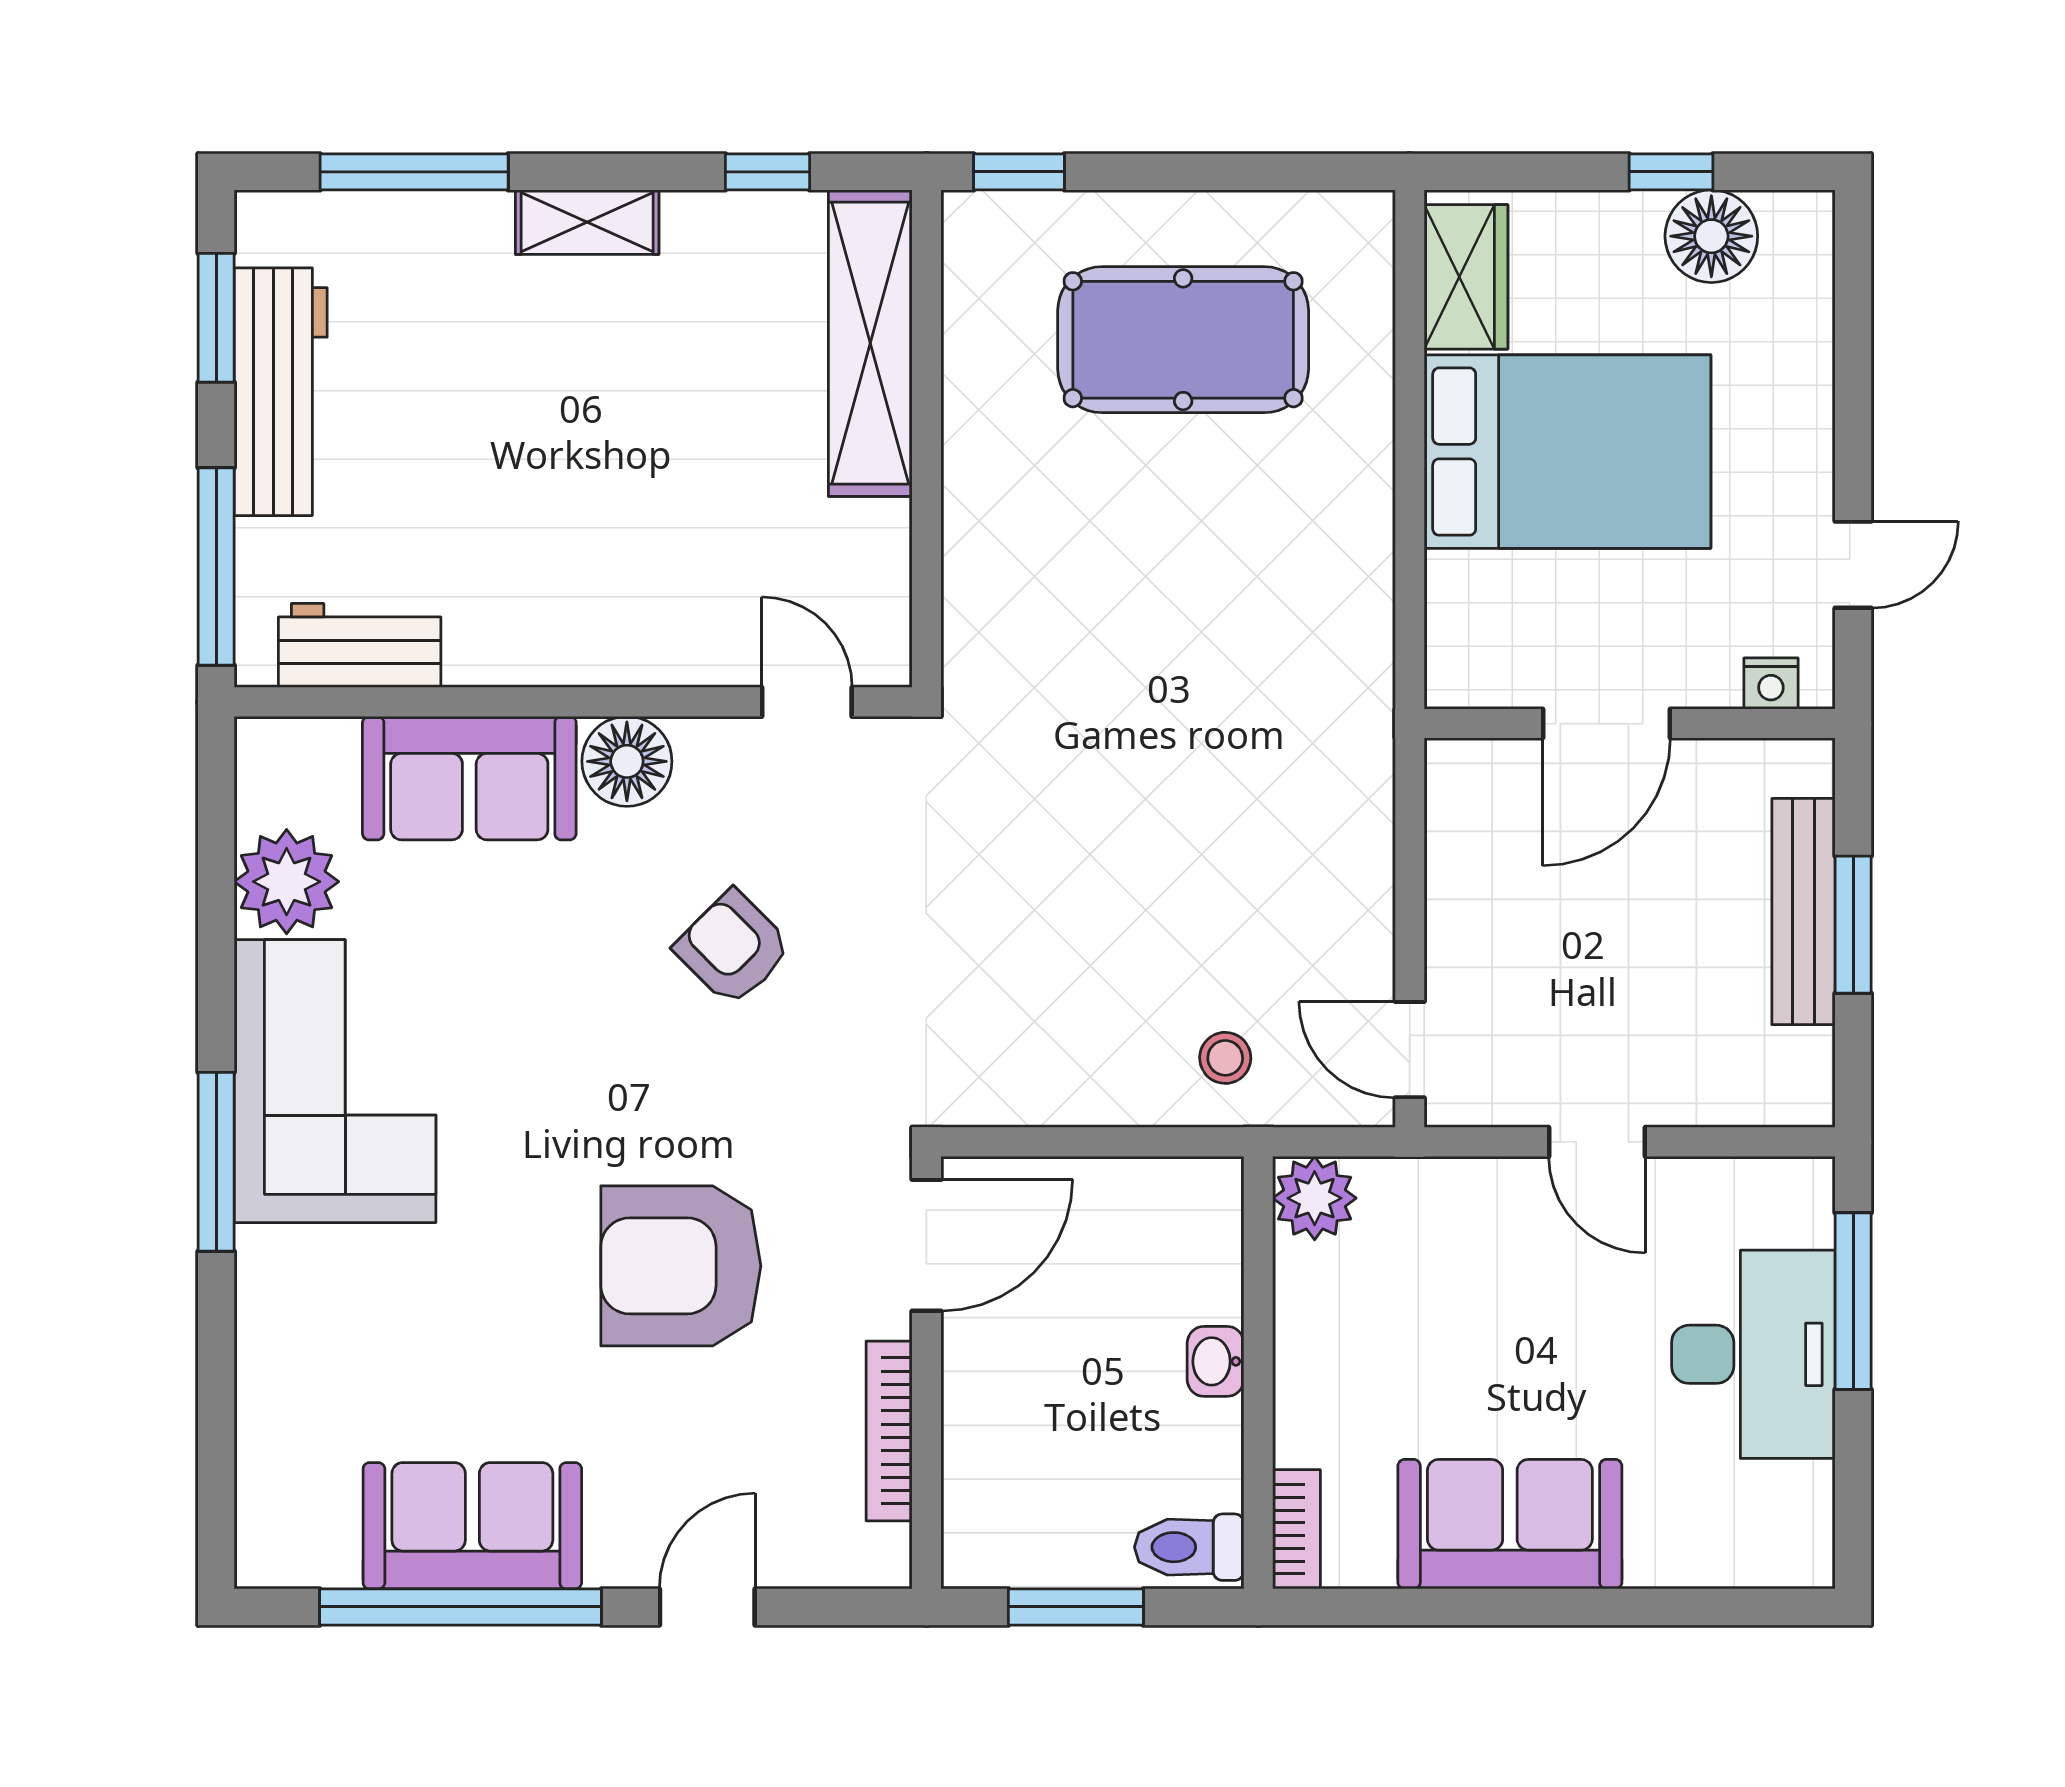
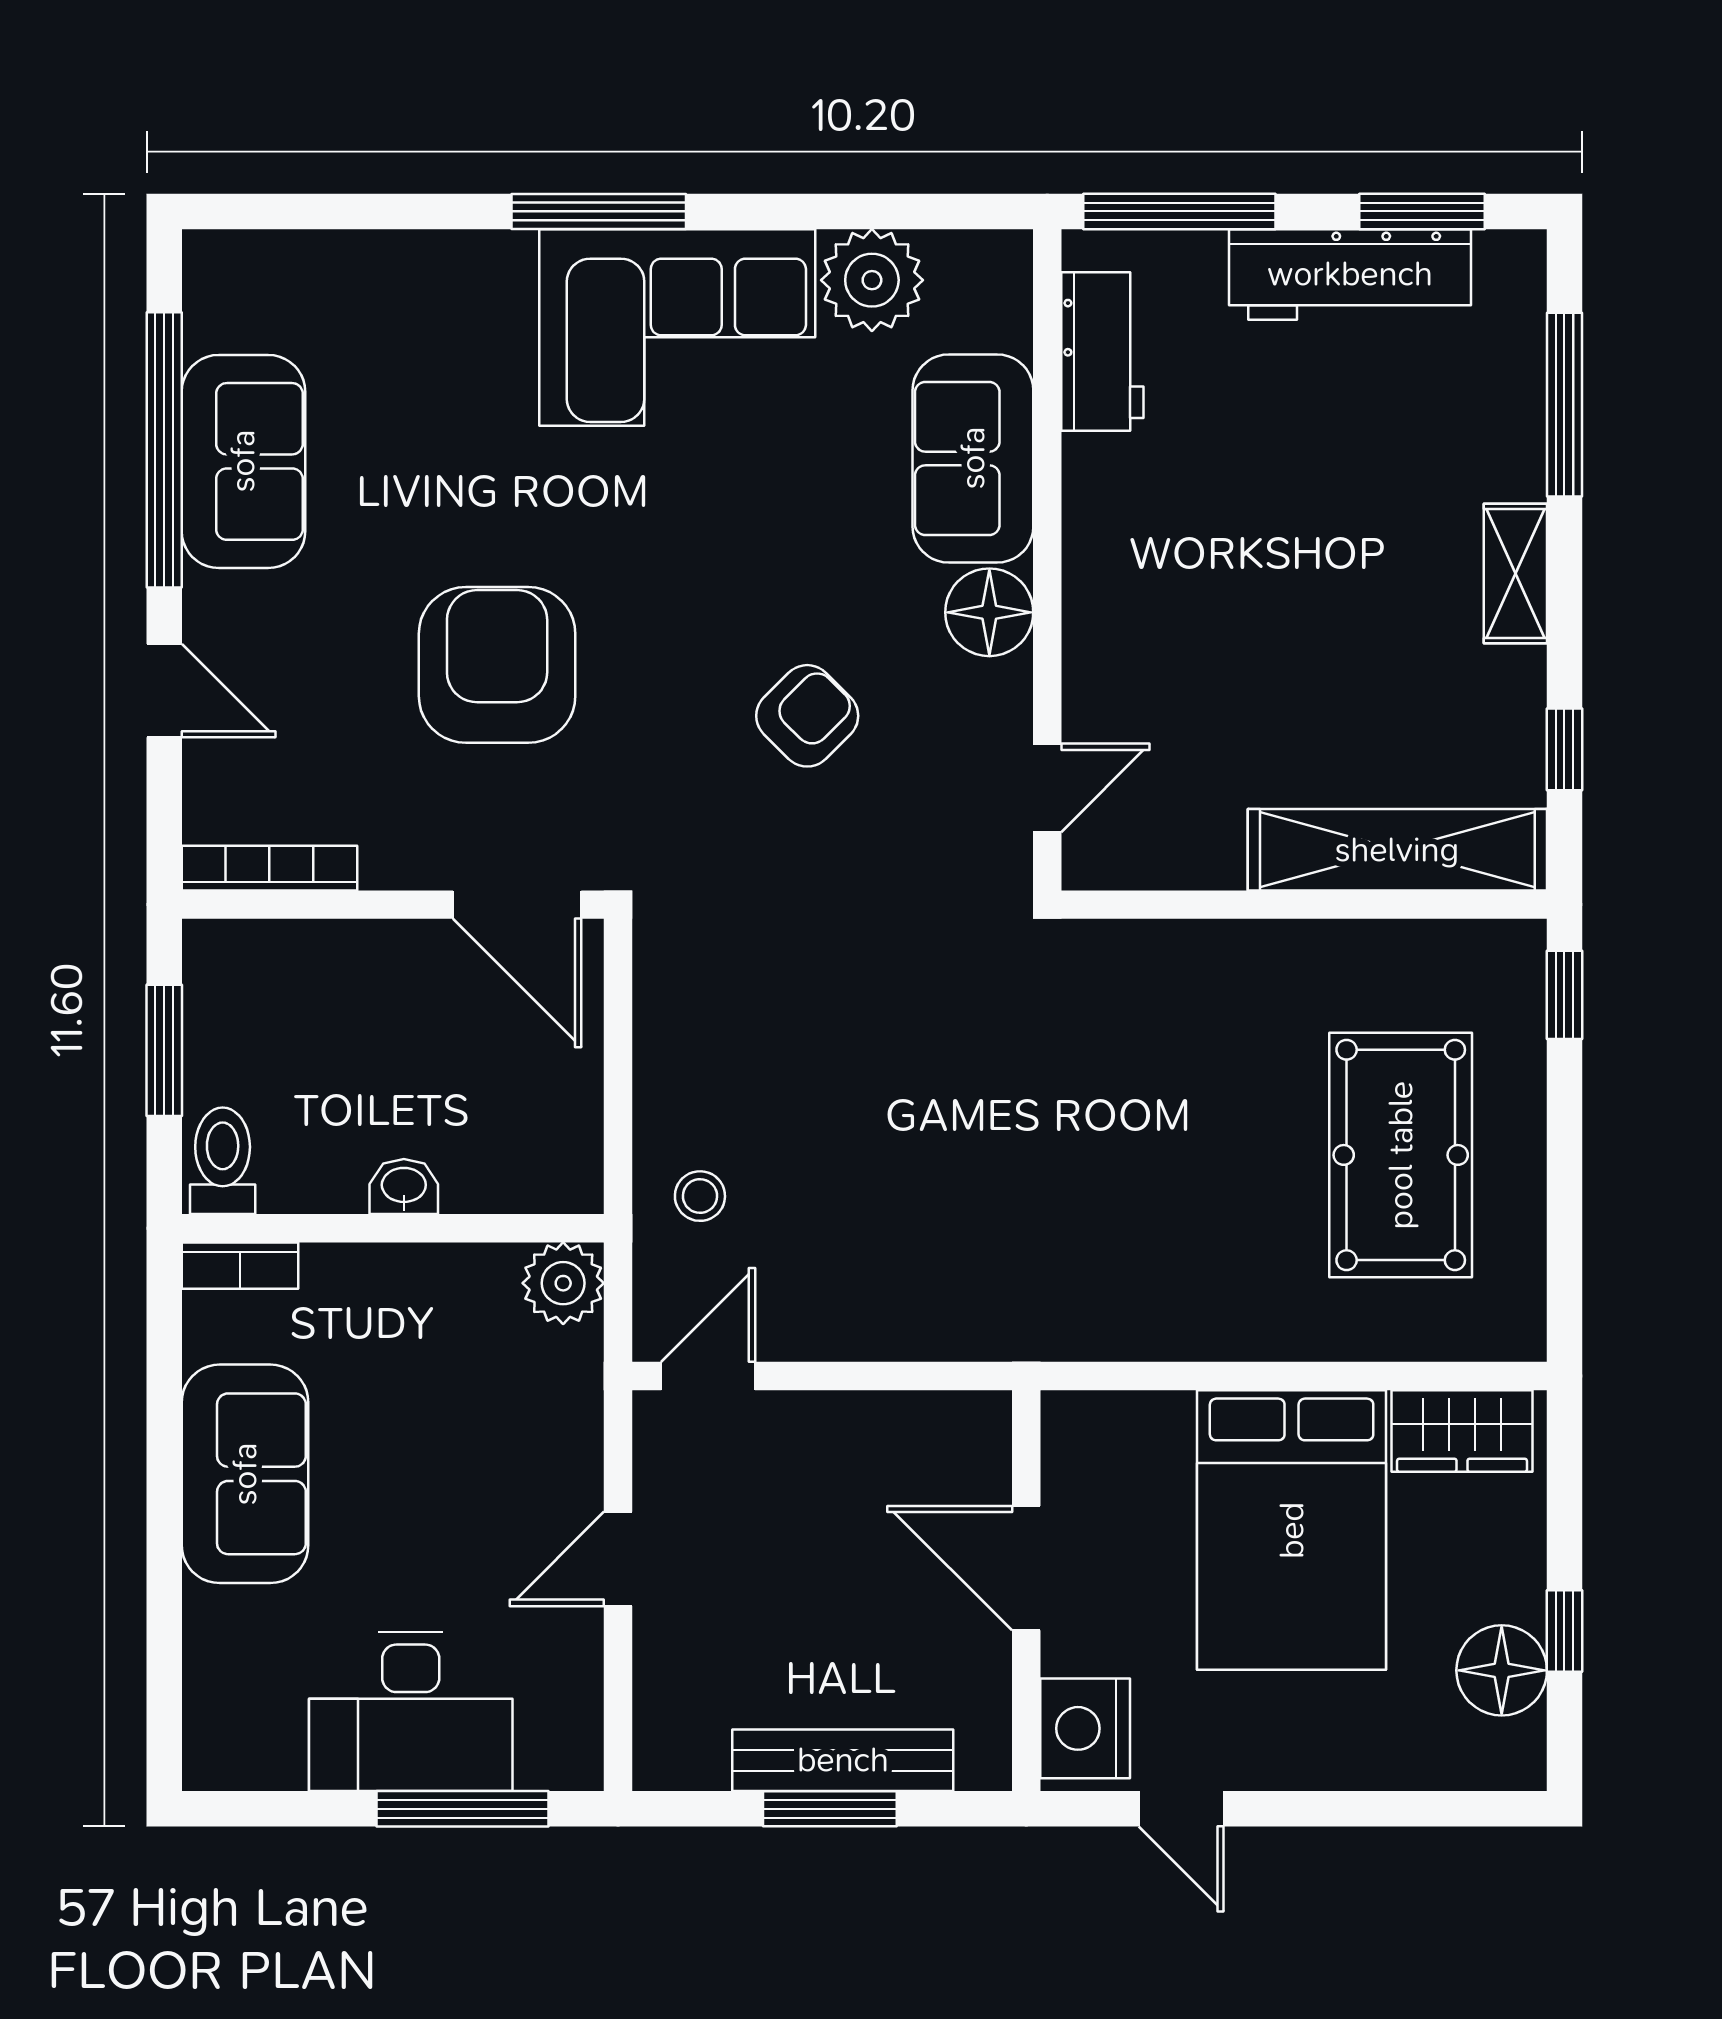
nightstand: (1771, 684) -> (1085, 1728), width x1.89, depth x1.79
bookcase: (889, 1431) -> (269, 868), moved

